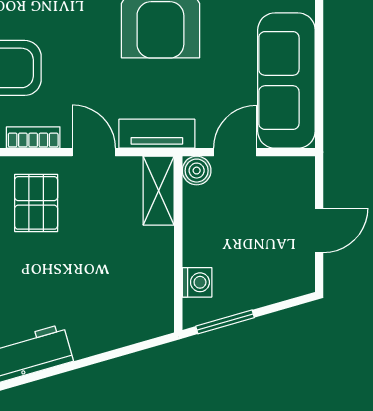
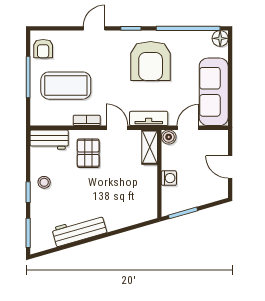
door: (319, 230) -> (230, 167), swing flipped
washing machine: (197, 282) -> (169, 178), moved

